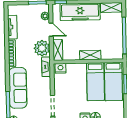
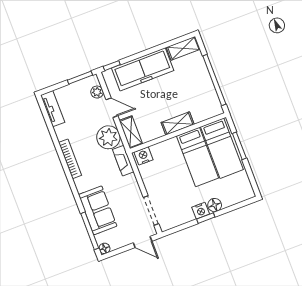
tv unit: (12, 27) -> (53, 109), moved
sofa: (18, 88) -> (98, 210), width x0.73

